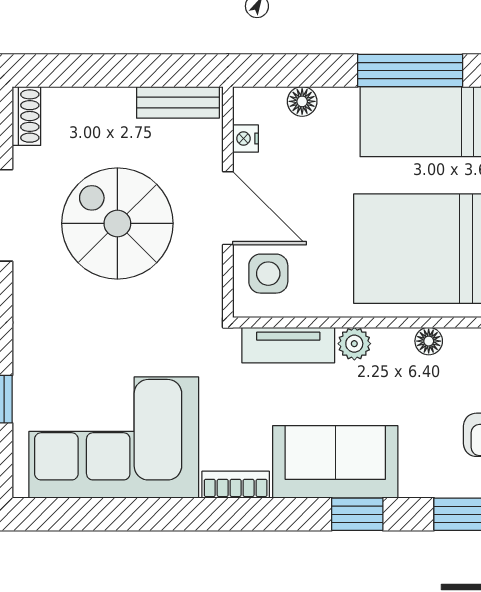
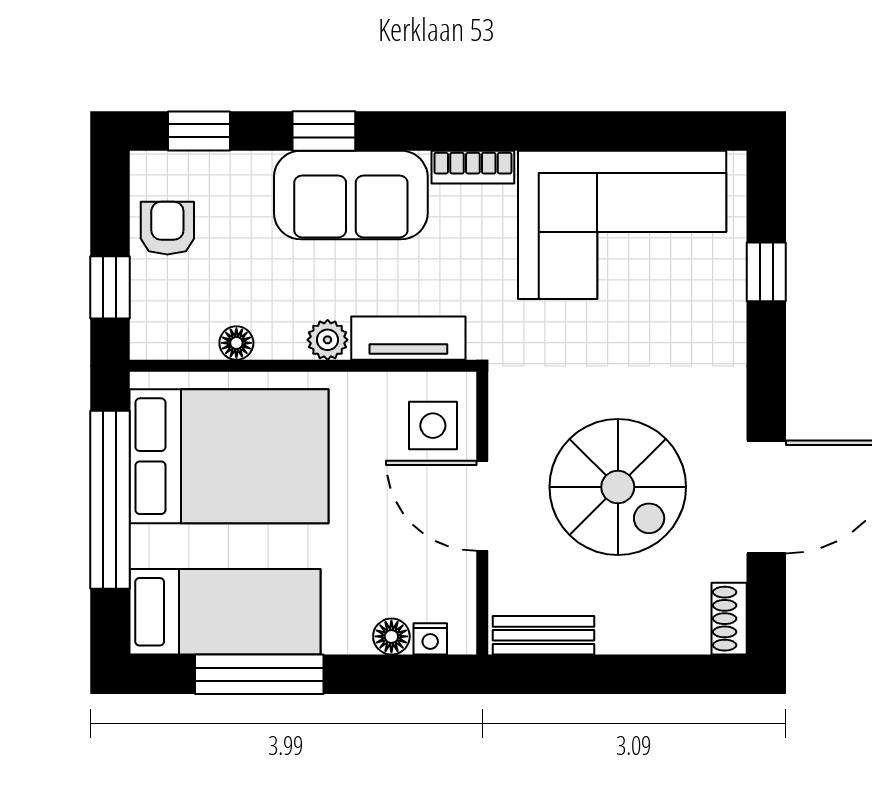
nightstand: (246, 138) -> (430, 639), moved, turned 90

